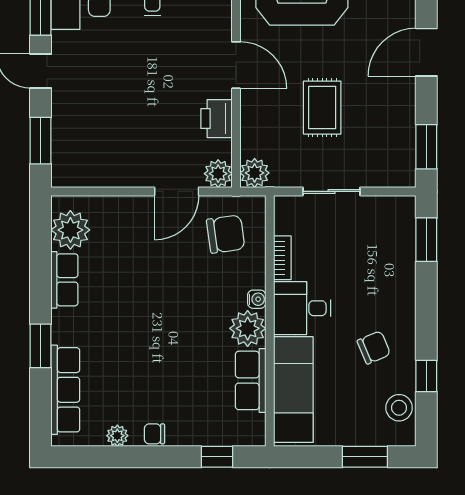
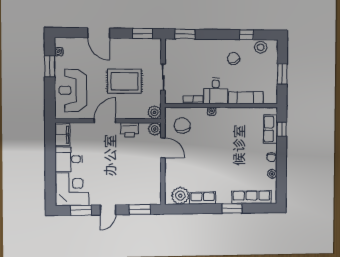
rug: (322, 108) -> (125, 81), width x1.36, depth x1.43
plant: (248, 328) -> (225, 116), removed
row of seats: (251, 380) -> (270, 129), moved, turned 90
exam couch: (293, 390) -> (246, 98), width x0.73, depth x0.69
window: (365, 457) -> (282, 74), moved

